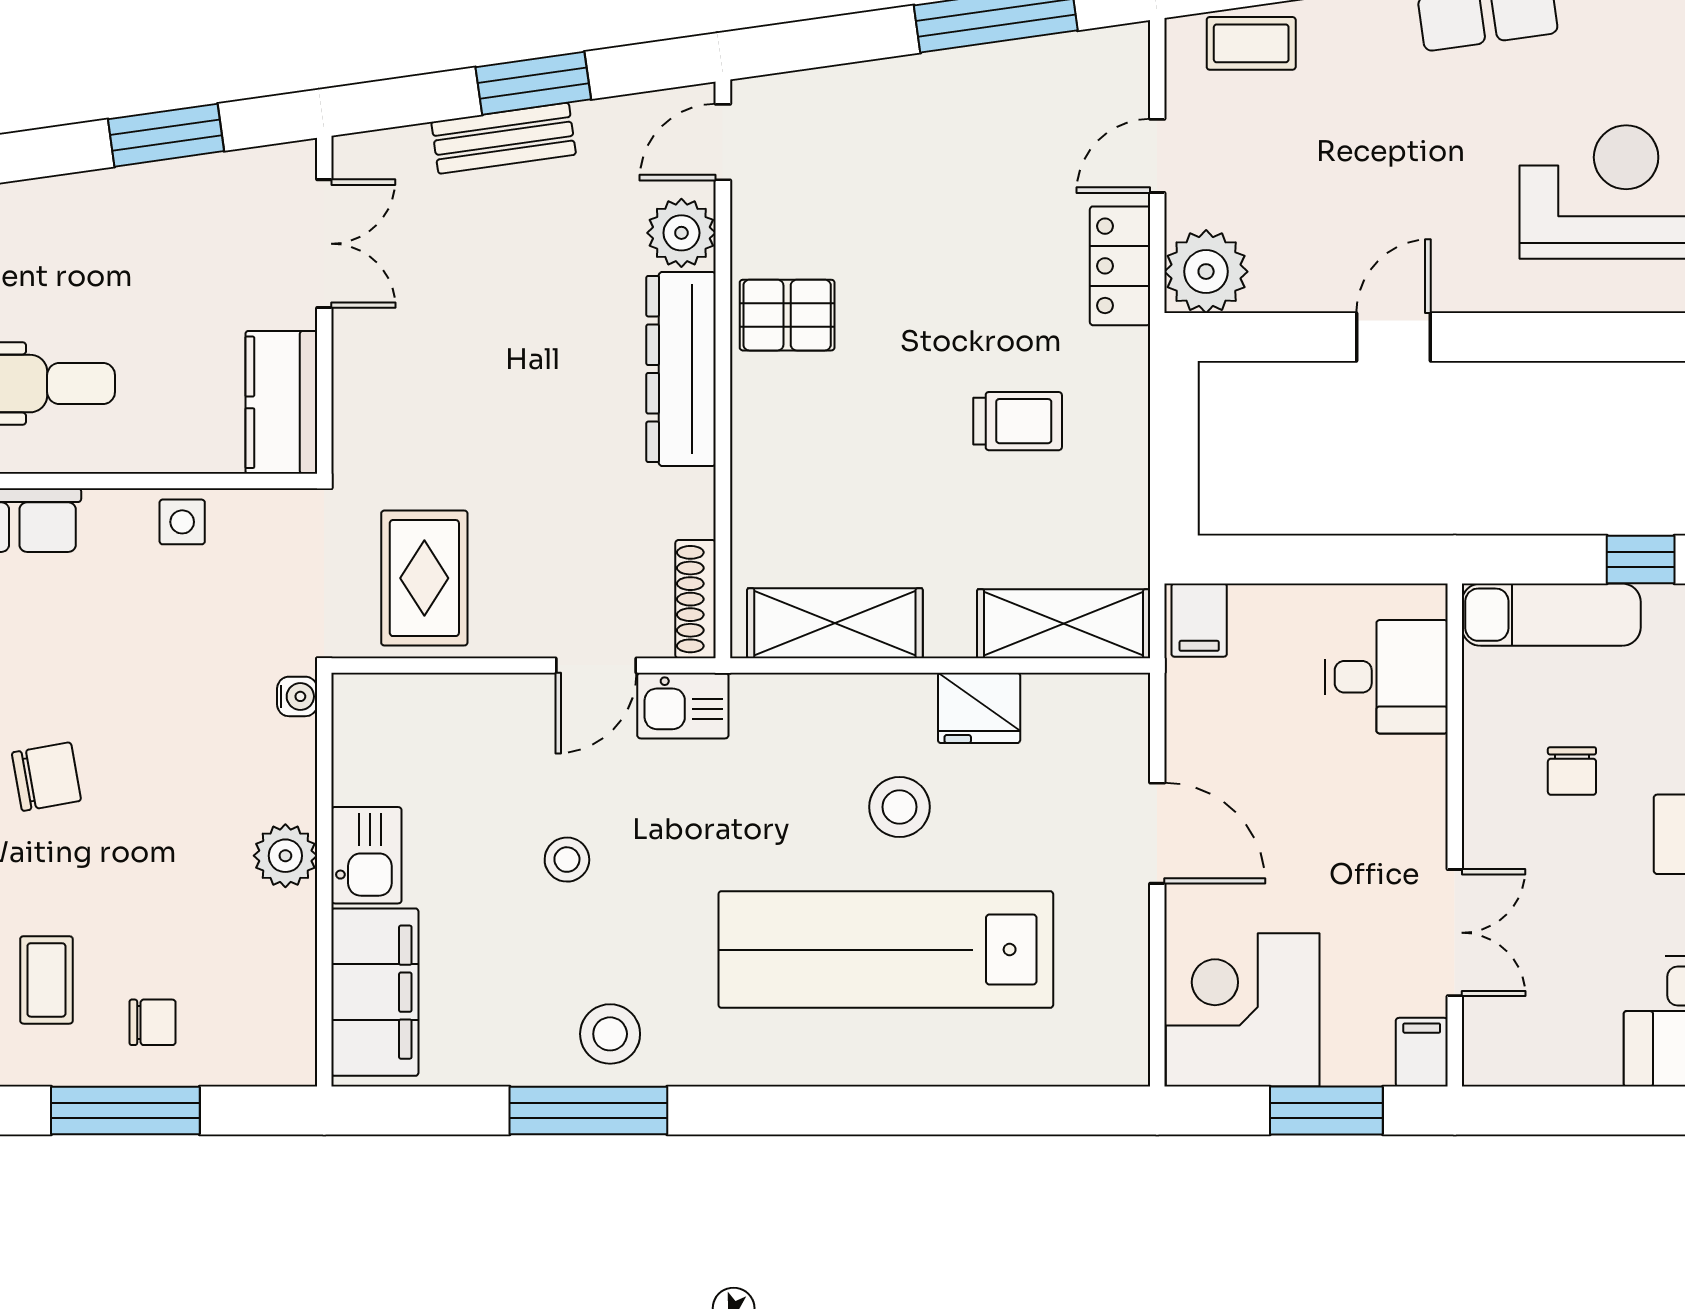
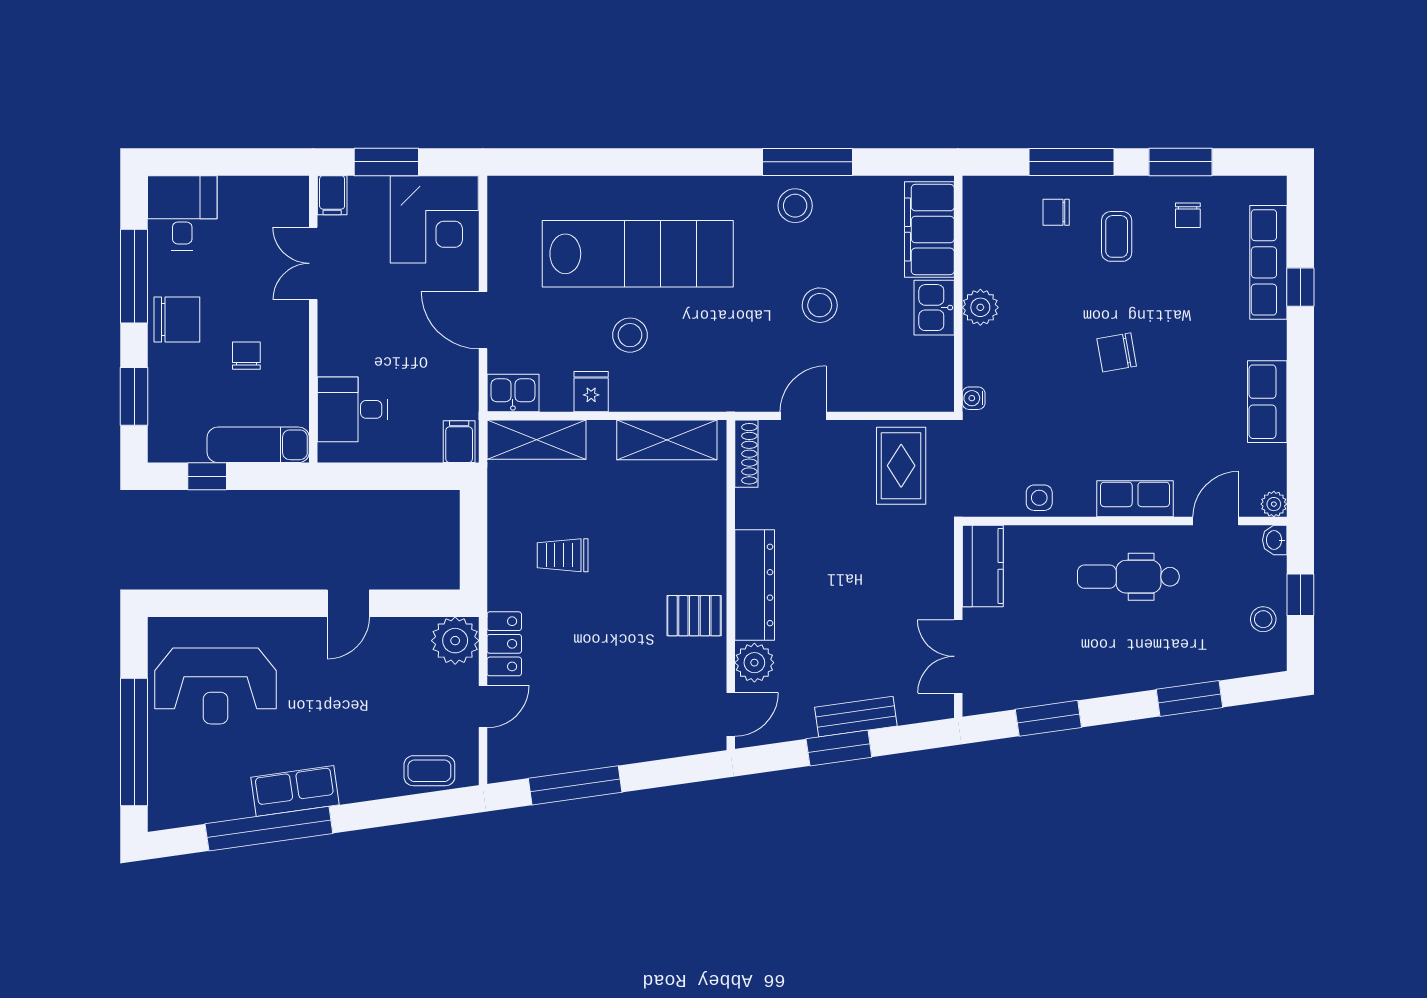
kitchen sink: (683, 706) -> (513, 393), moved
fridge: (979, 708) -> (591, 392), width x0.72
stool: (567, 860) -> (820, 305), width x1.37, depth x1.37

